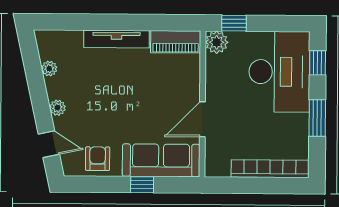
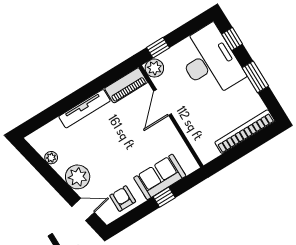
plant: (57, 108) -> (78, 177), width x1.88, depth x1.88
door: (202, 119) -> (163, 103), moved
sofa: (161, 160) -> (160, 177), width x0.73

